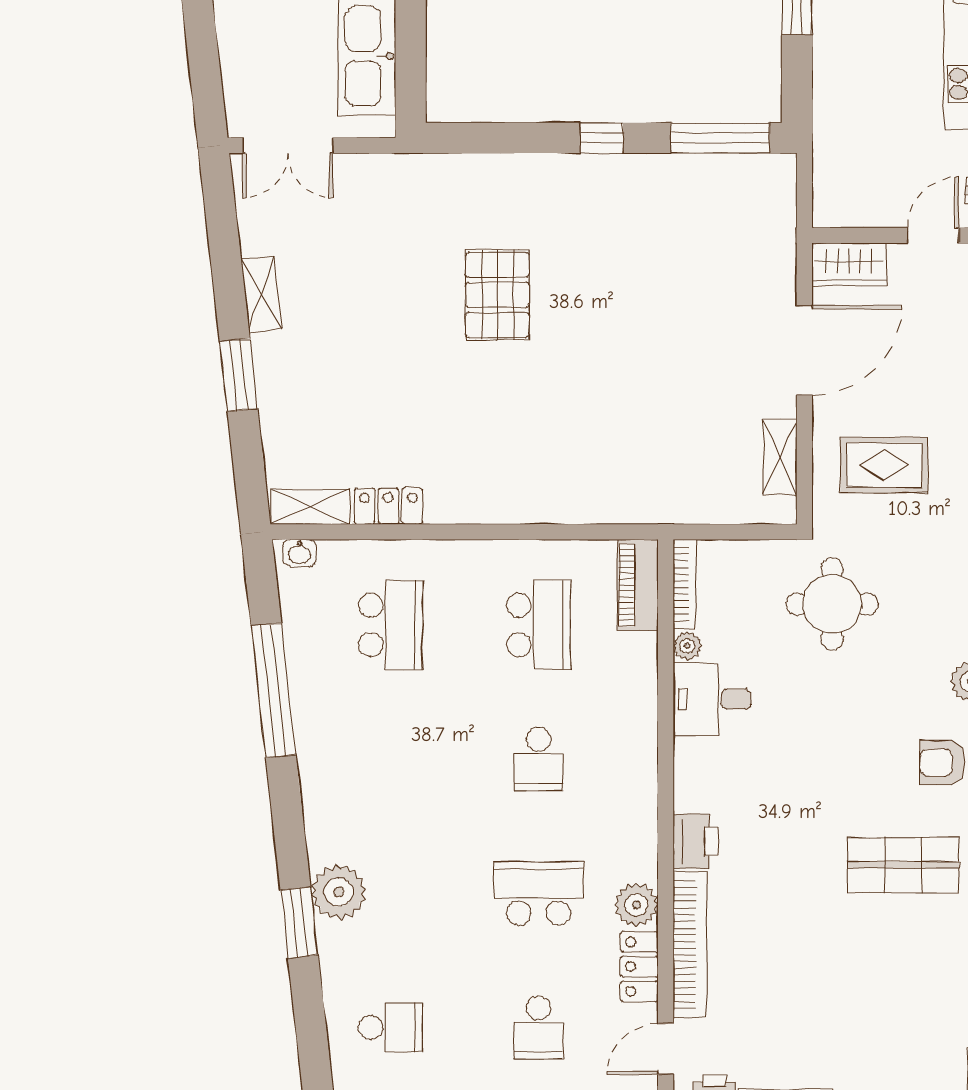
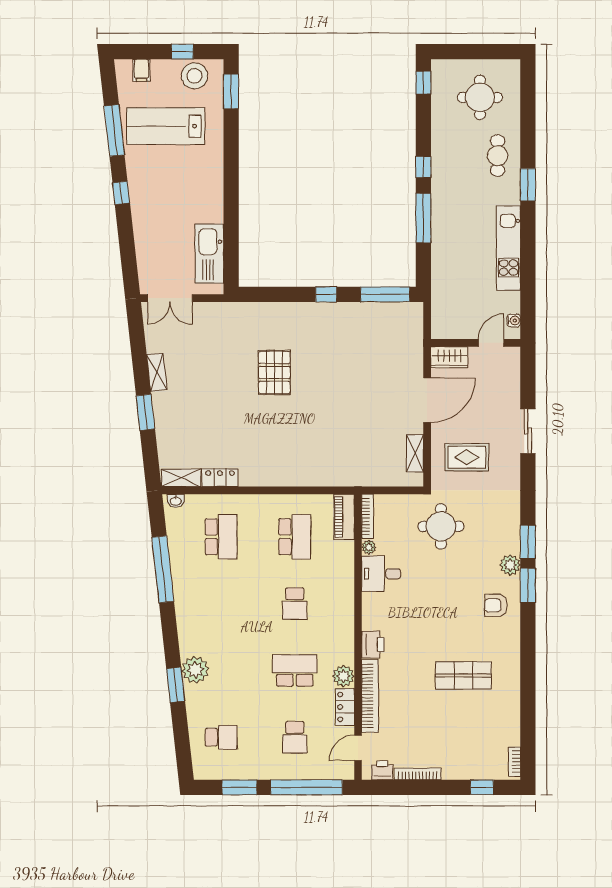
shop shelf: (903, 865) -> (463, 675), moved

